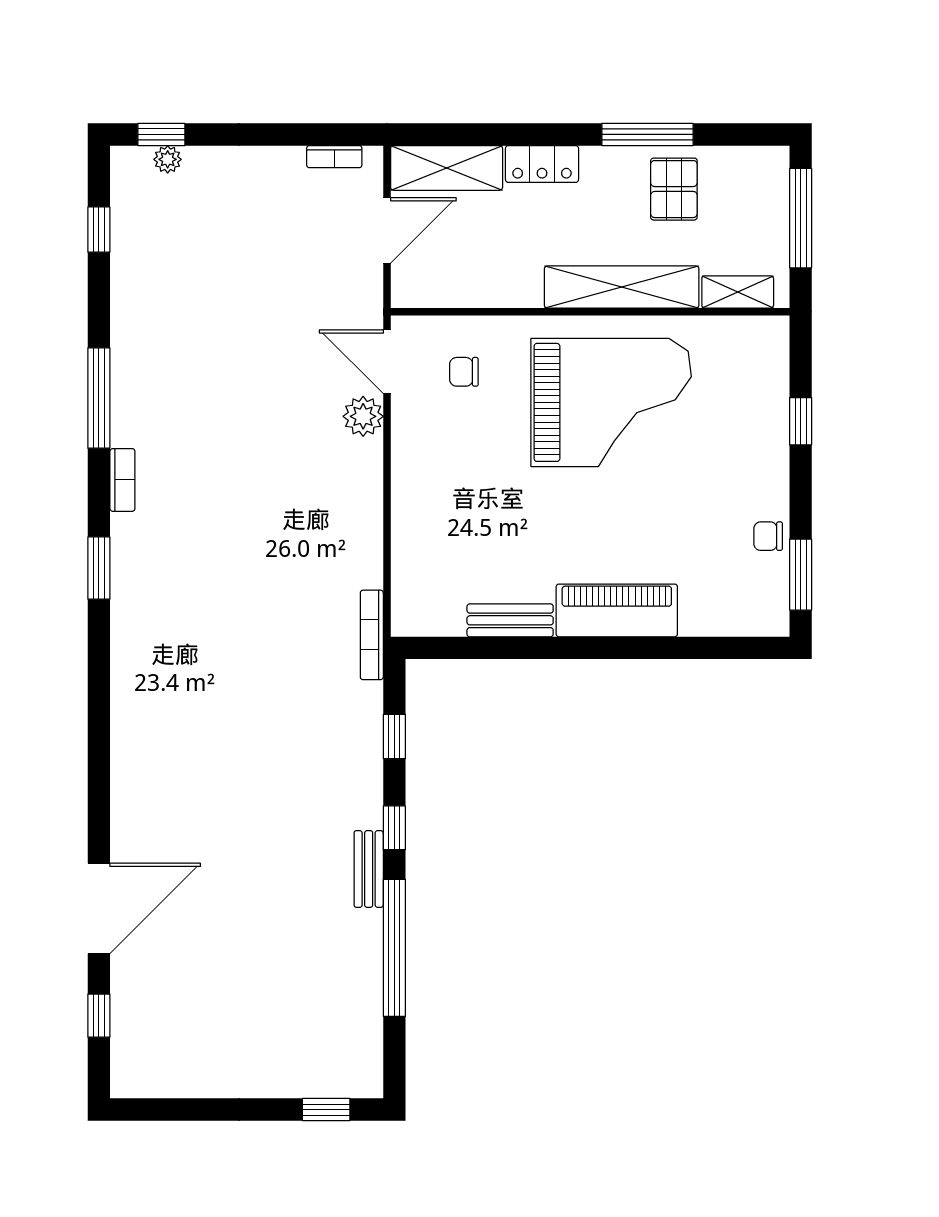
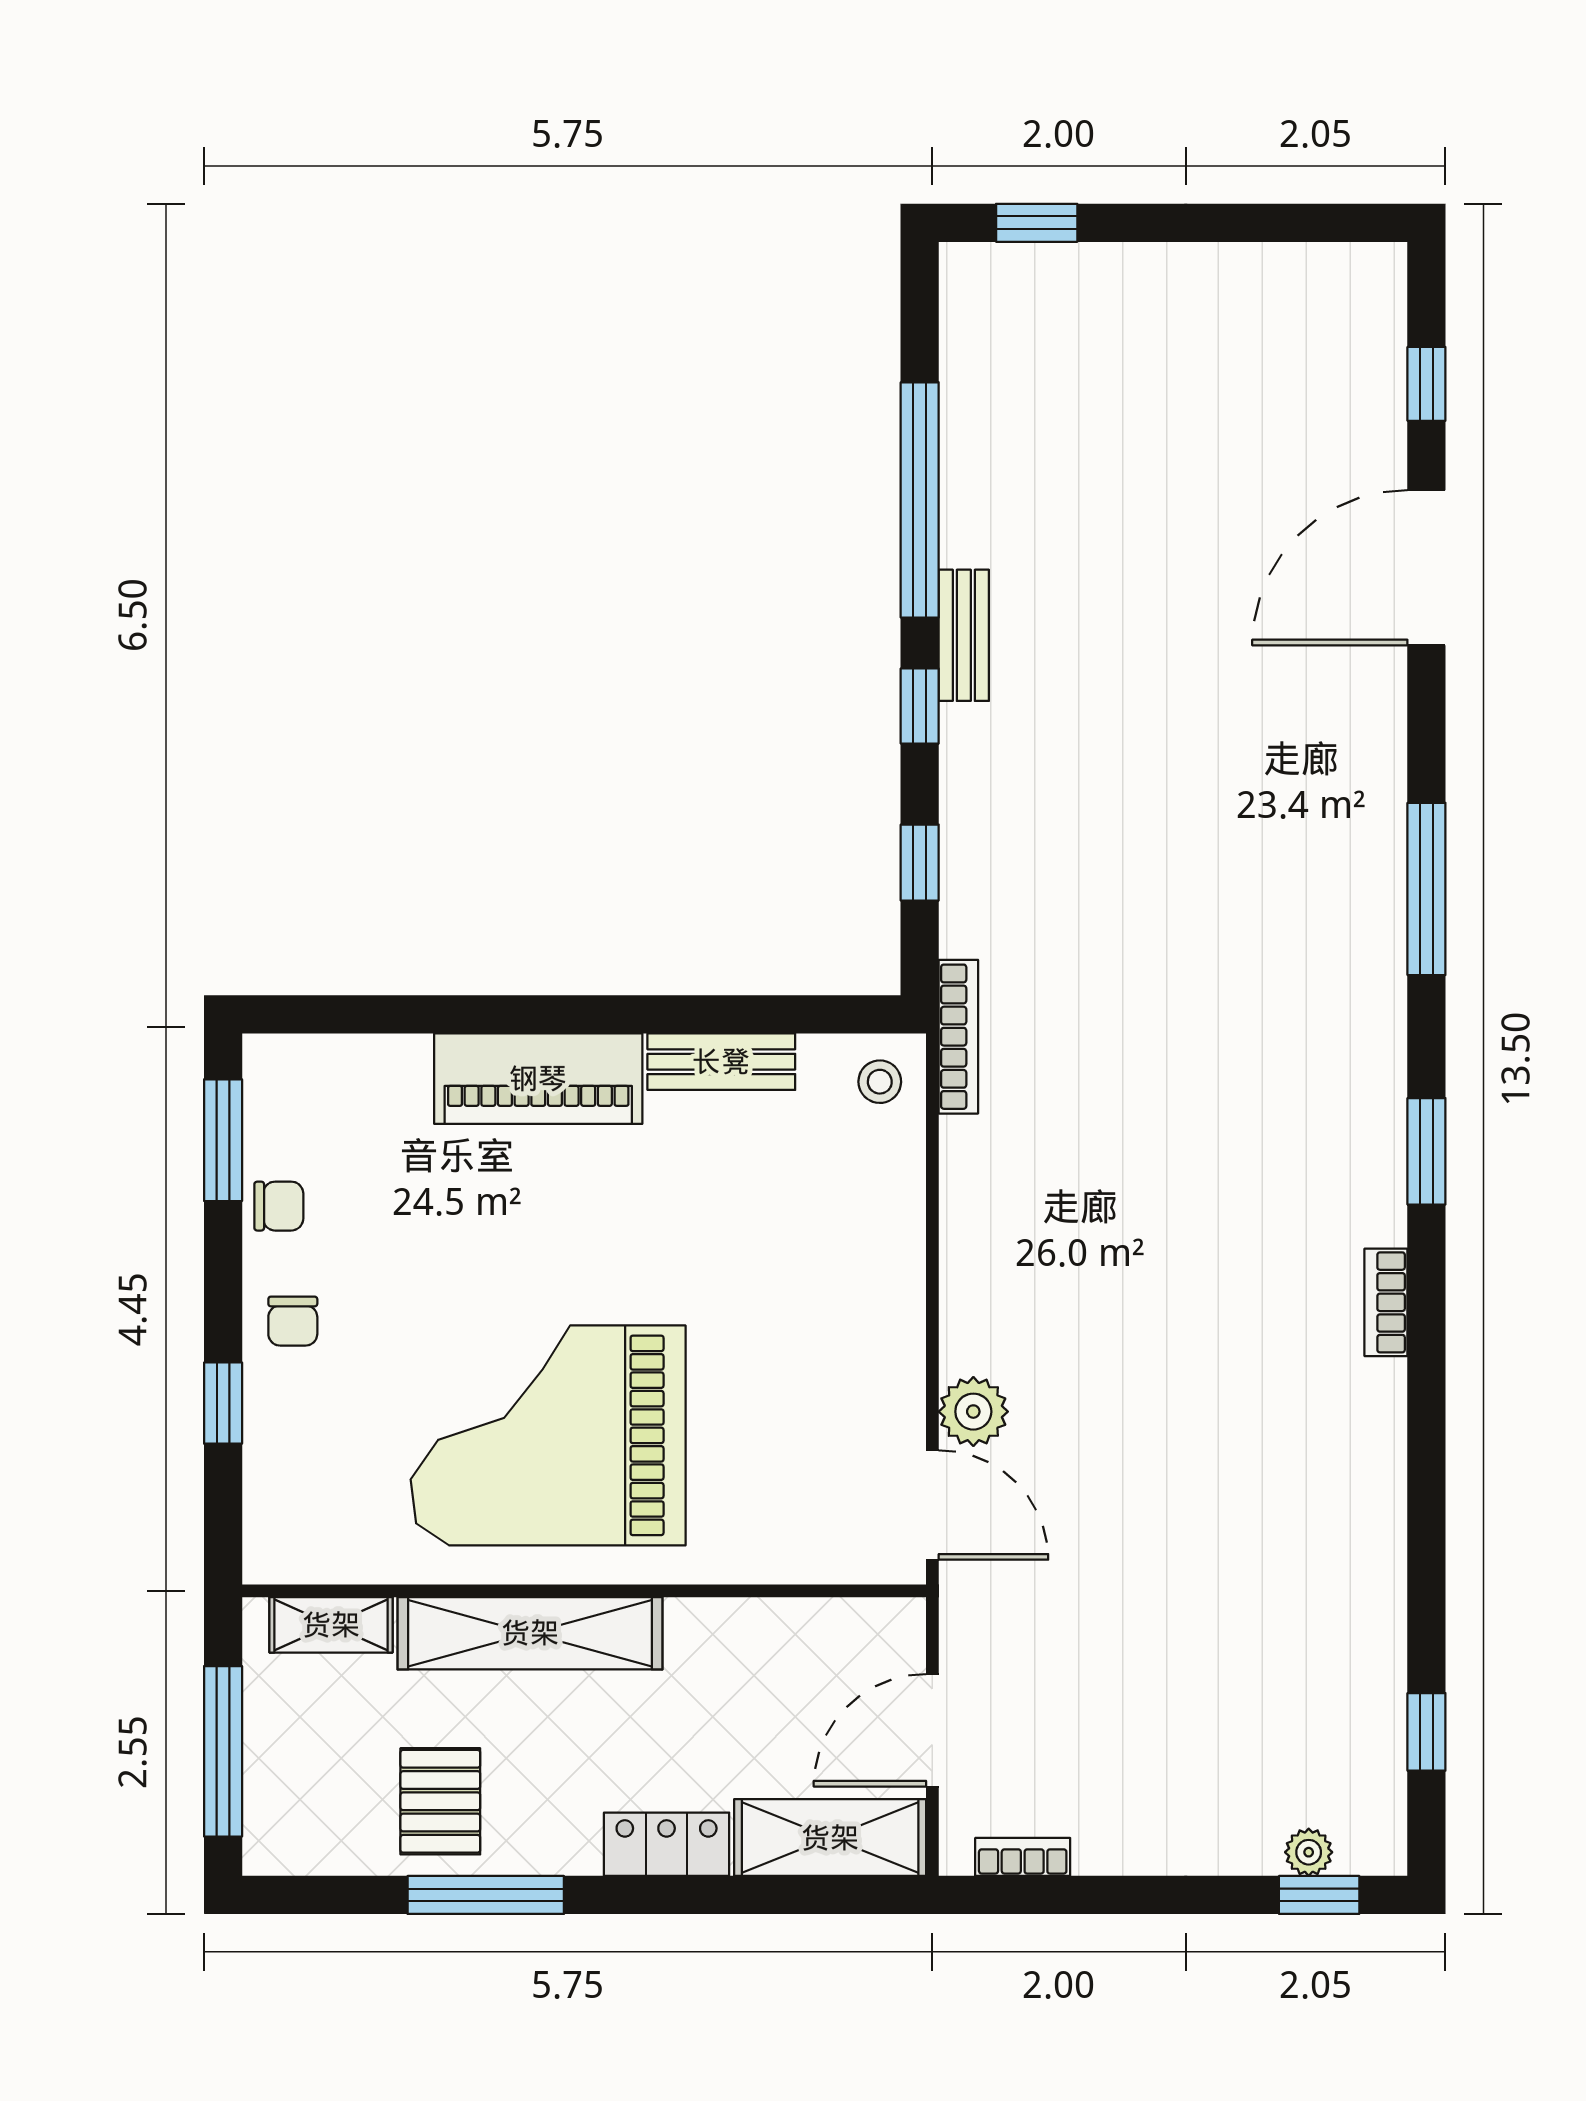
chair: (464, 372) -> (293, 1321), moved, turned 90
window: (99, 398) -> (1426, 889), moved
stool: (418, 609) -> (880, 1082), added

